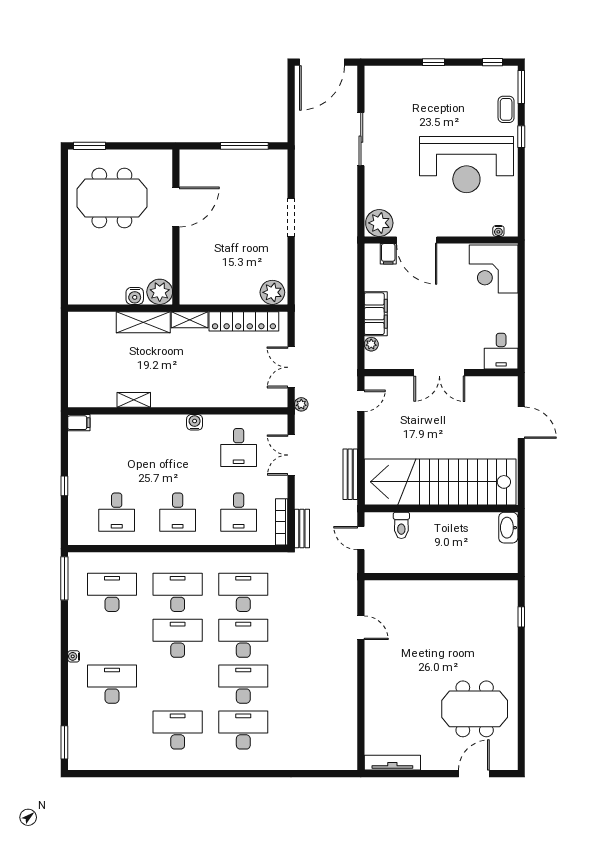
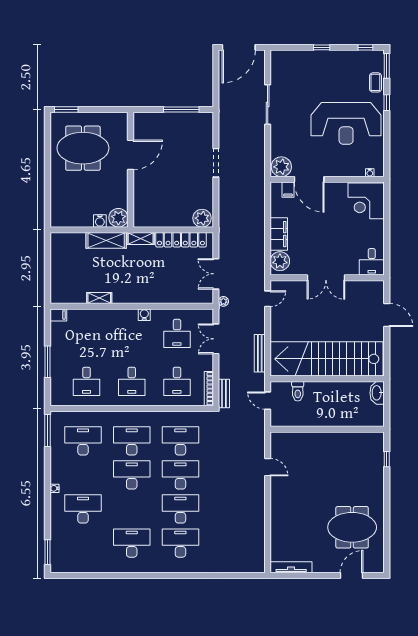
plant: (371, 344) -> (280, 261), width x1.88, depth x1.88
window: (64, 486) -> (48, 362), width x2.17

